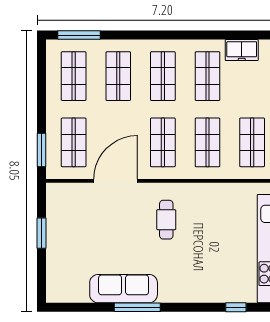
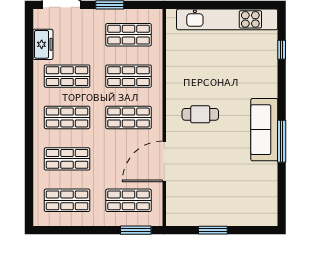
window: (79, 35) -> (29, 195), removed
door: (116, 181) -> (164, 161), hinge flipped
sofa: (124, 289) -> (264, 130), moved

